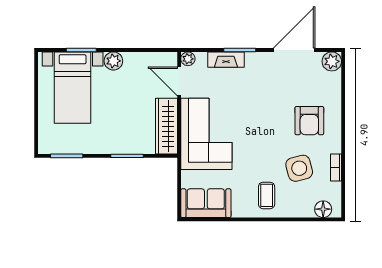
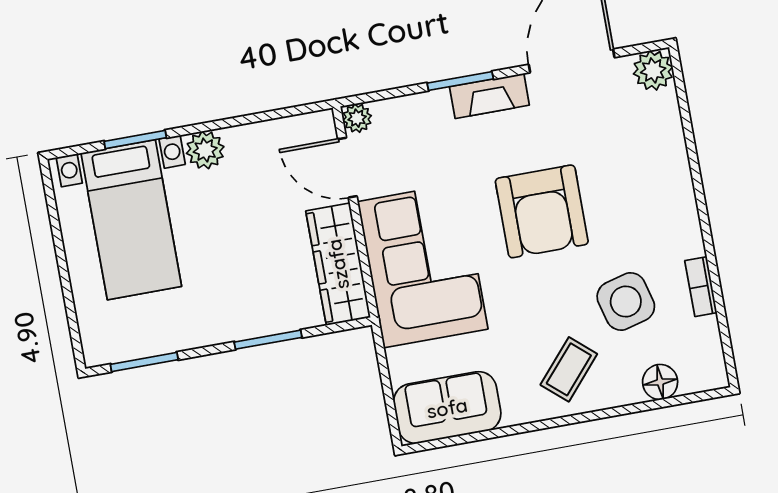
fireplace: (226, 60) -> (489, 96), moved
armchair: (309, 121) -> (542, 211), moved, width x1.36, depth x1.36
coffee table: (267, 195) -> (569, 369), turned 41
floor lamp: (323, 209) -> (660, 382), moved

